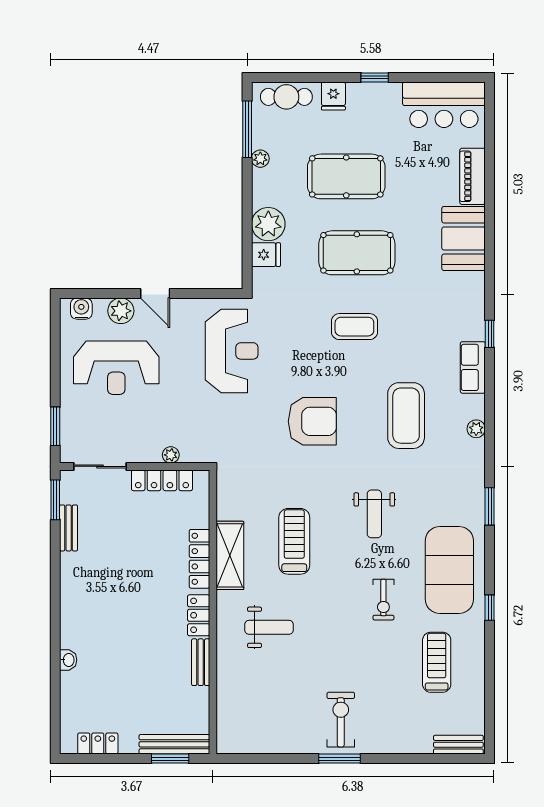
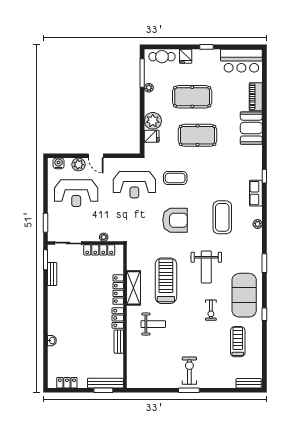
coffee table: (354, 327) -> (175, 178), moved
reception desk: (232, 351) -> (134, 185), turned 90
weight bench: (374, 514) -> (206, 267), width x1.36, depth x1.33
treadmill: (294, 541) -> (166, 281), width x1.37, depth x1.38

